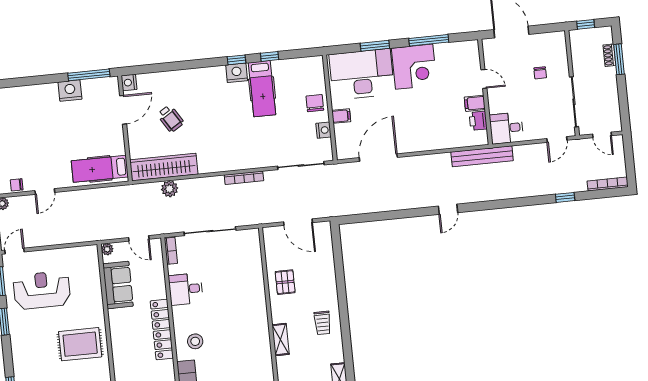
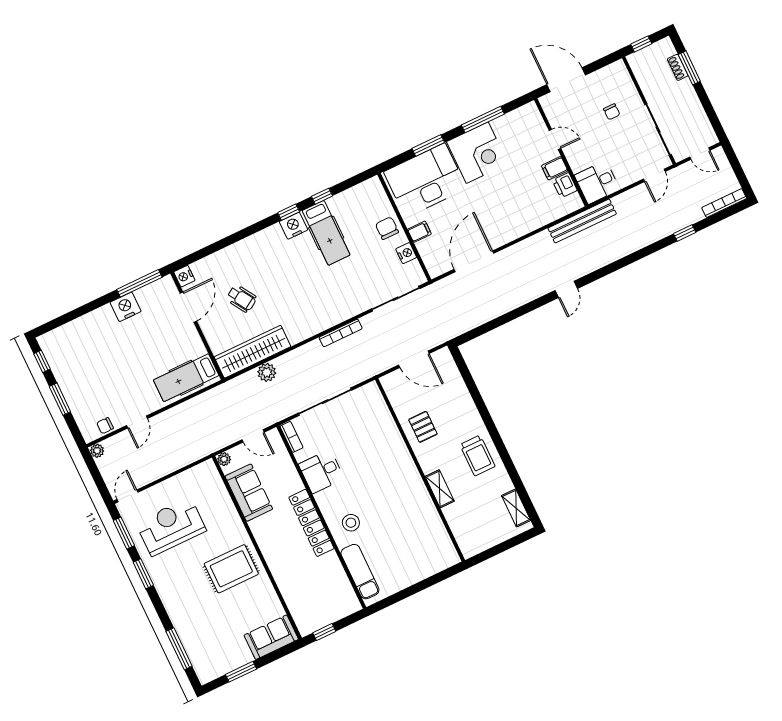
trolley: (323, 323) -> (477, 456), width x1.36, depth x1.39

